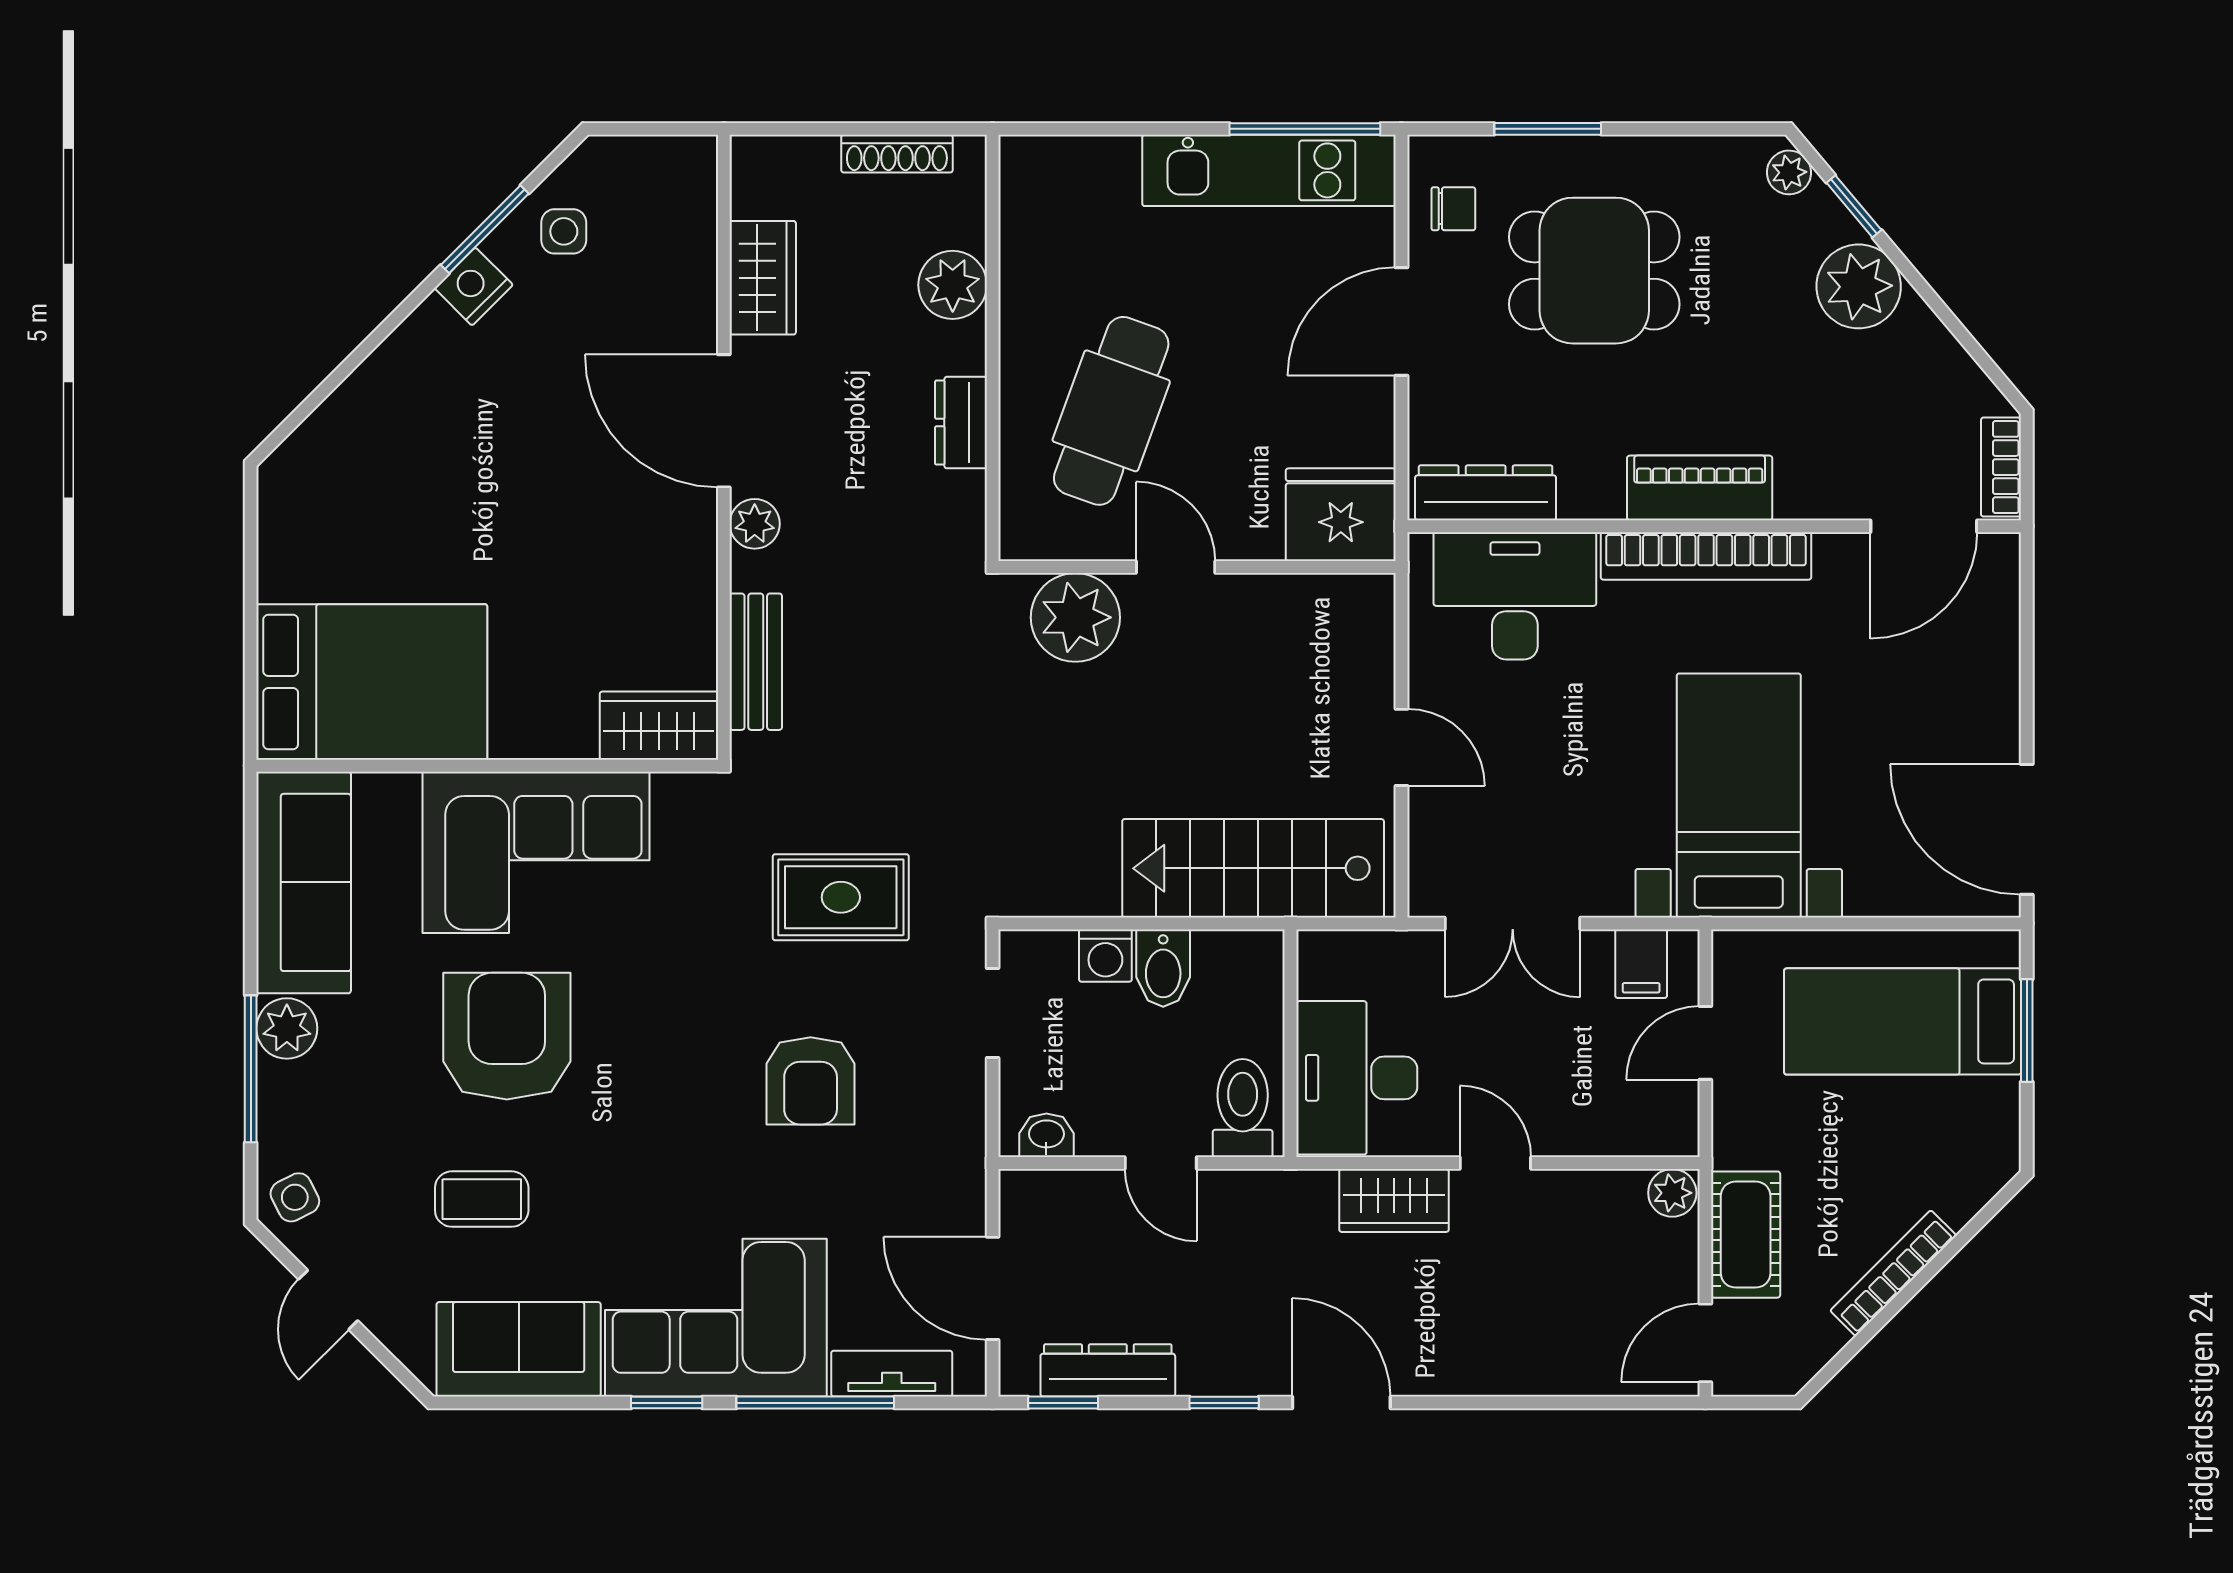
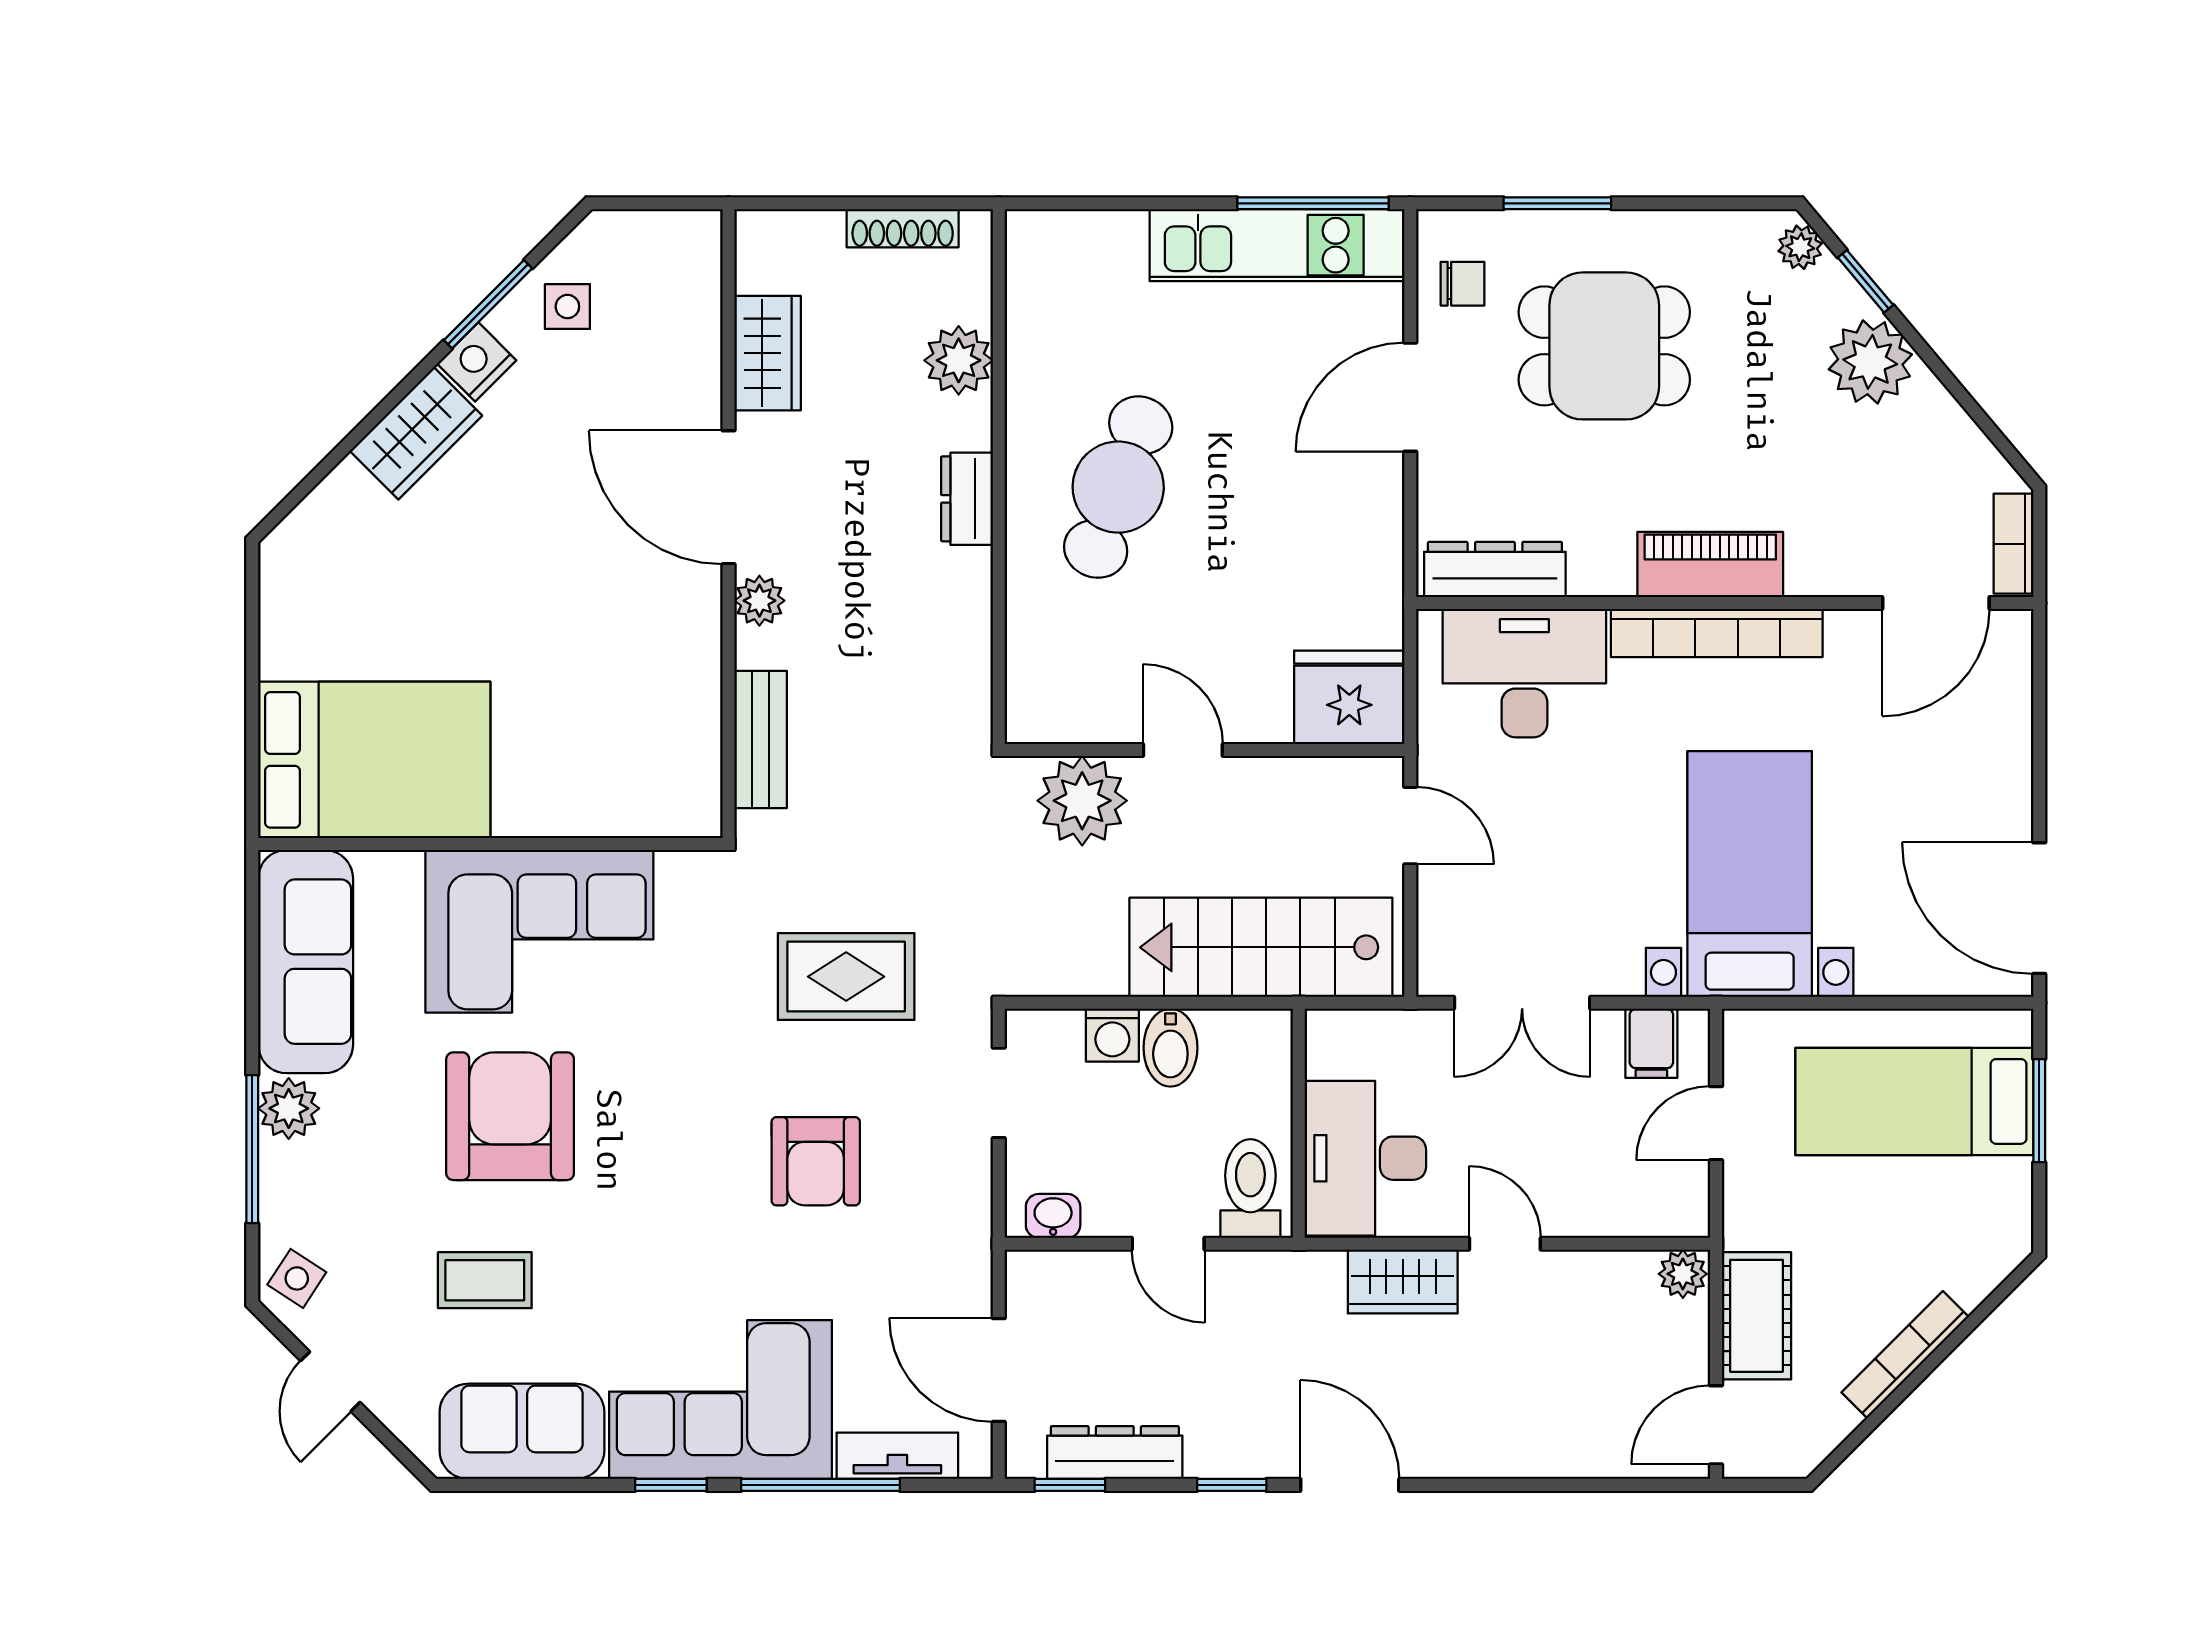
fridge: (1341, 515) -> (1349, 697), moved
door: (1176, 567) -> (1183, 750), moved
wall: (1197, 567) -> (1205, 750), moved
plant: (1075, 617) -> (1082, 801), moved
wardrobe: (659, 726) -> (416, 433), moved, turned 135
side table: (295, 1197) -> (297, 1278), turned -30

